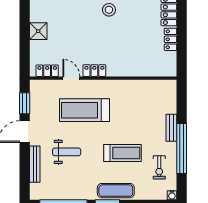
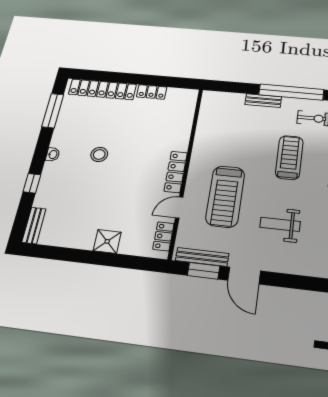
locker: (94, 71) -> (176, 172), width x1.53
weight bench: (67, 152) -> (280, 224), turned -90
bench: (35, 164) -> (202, 257), moved

